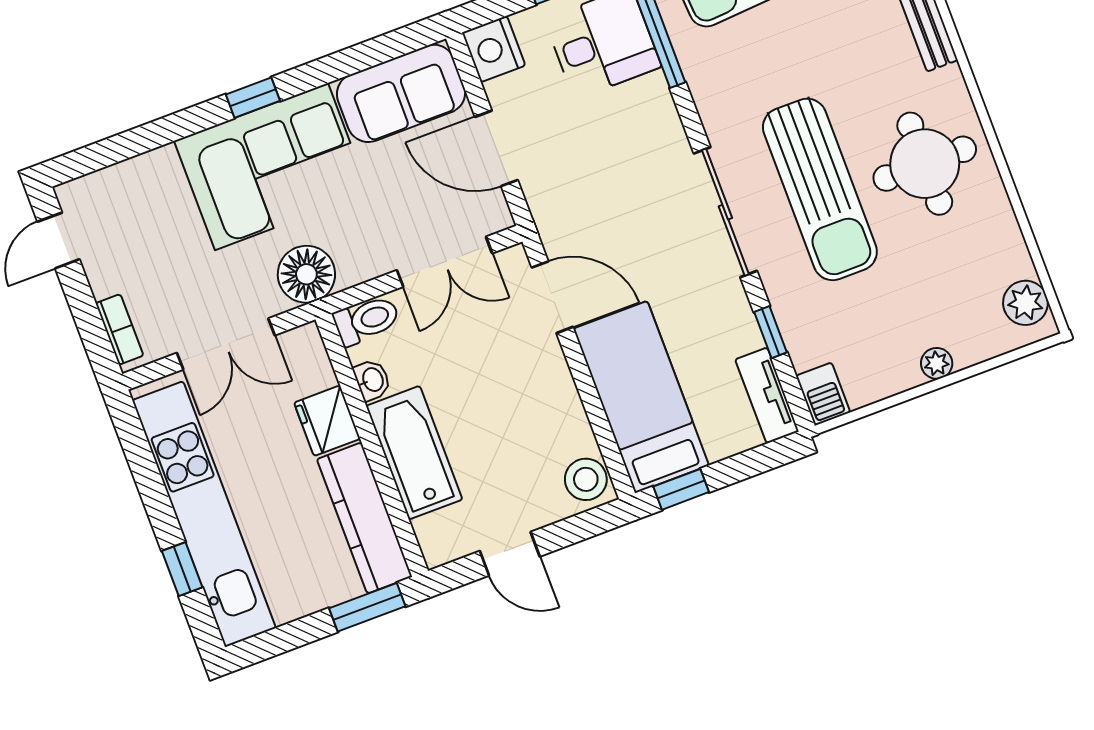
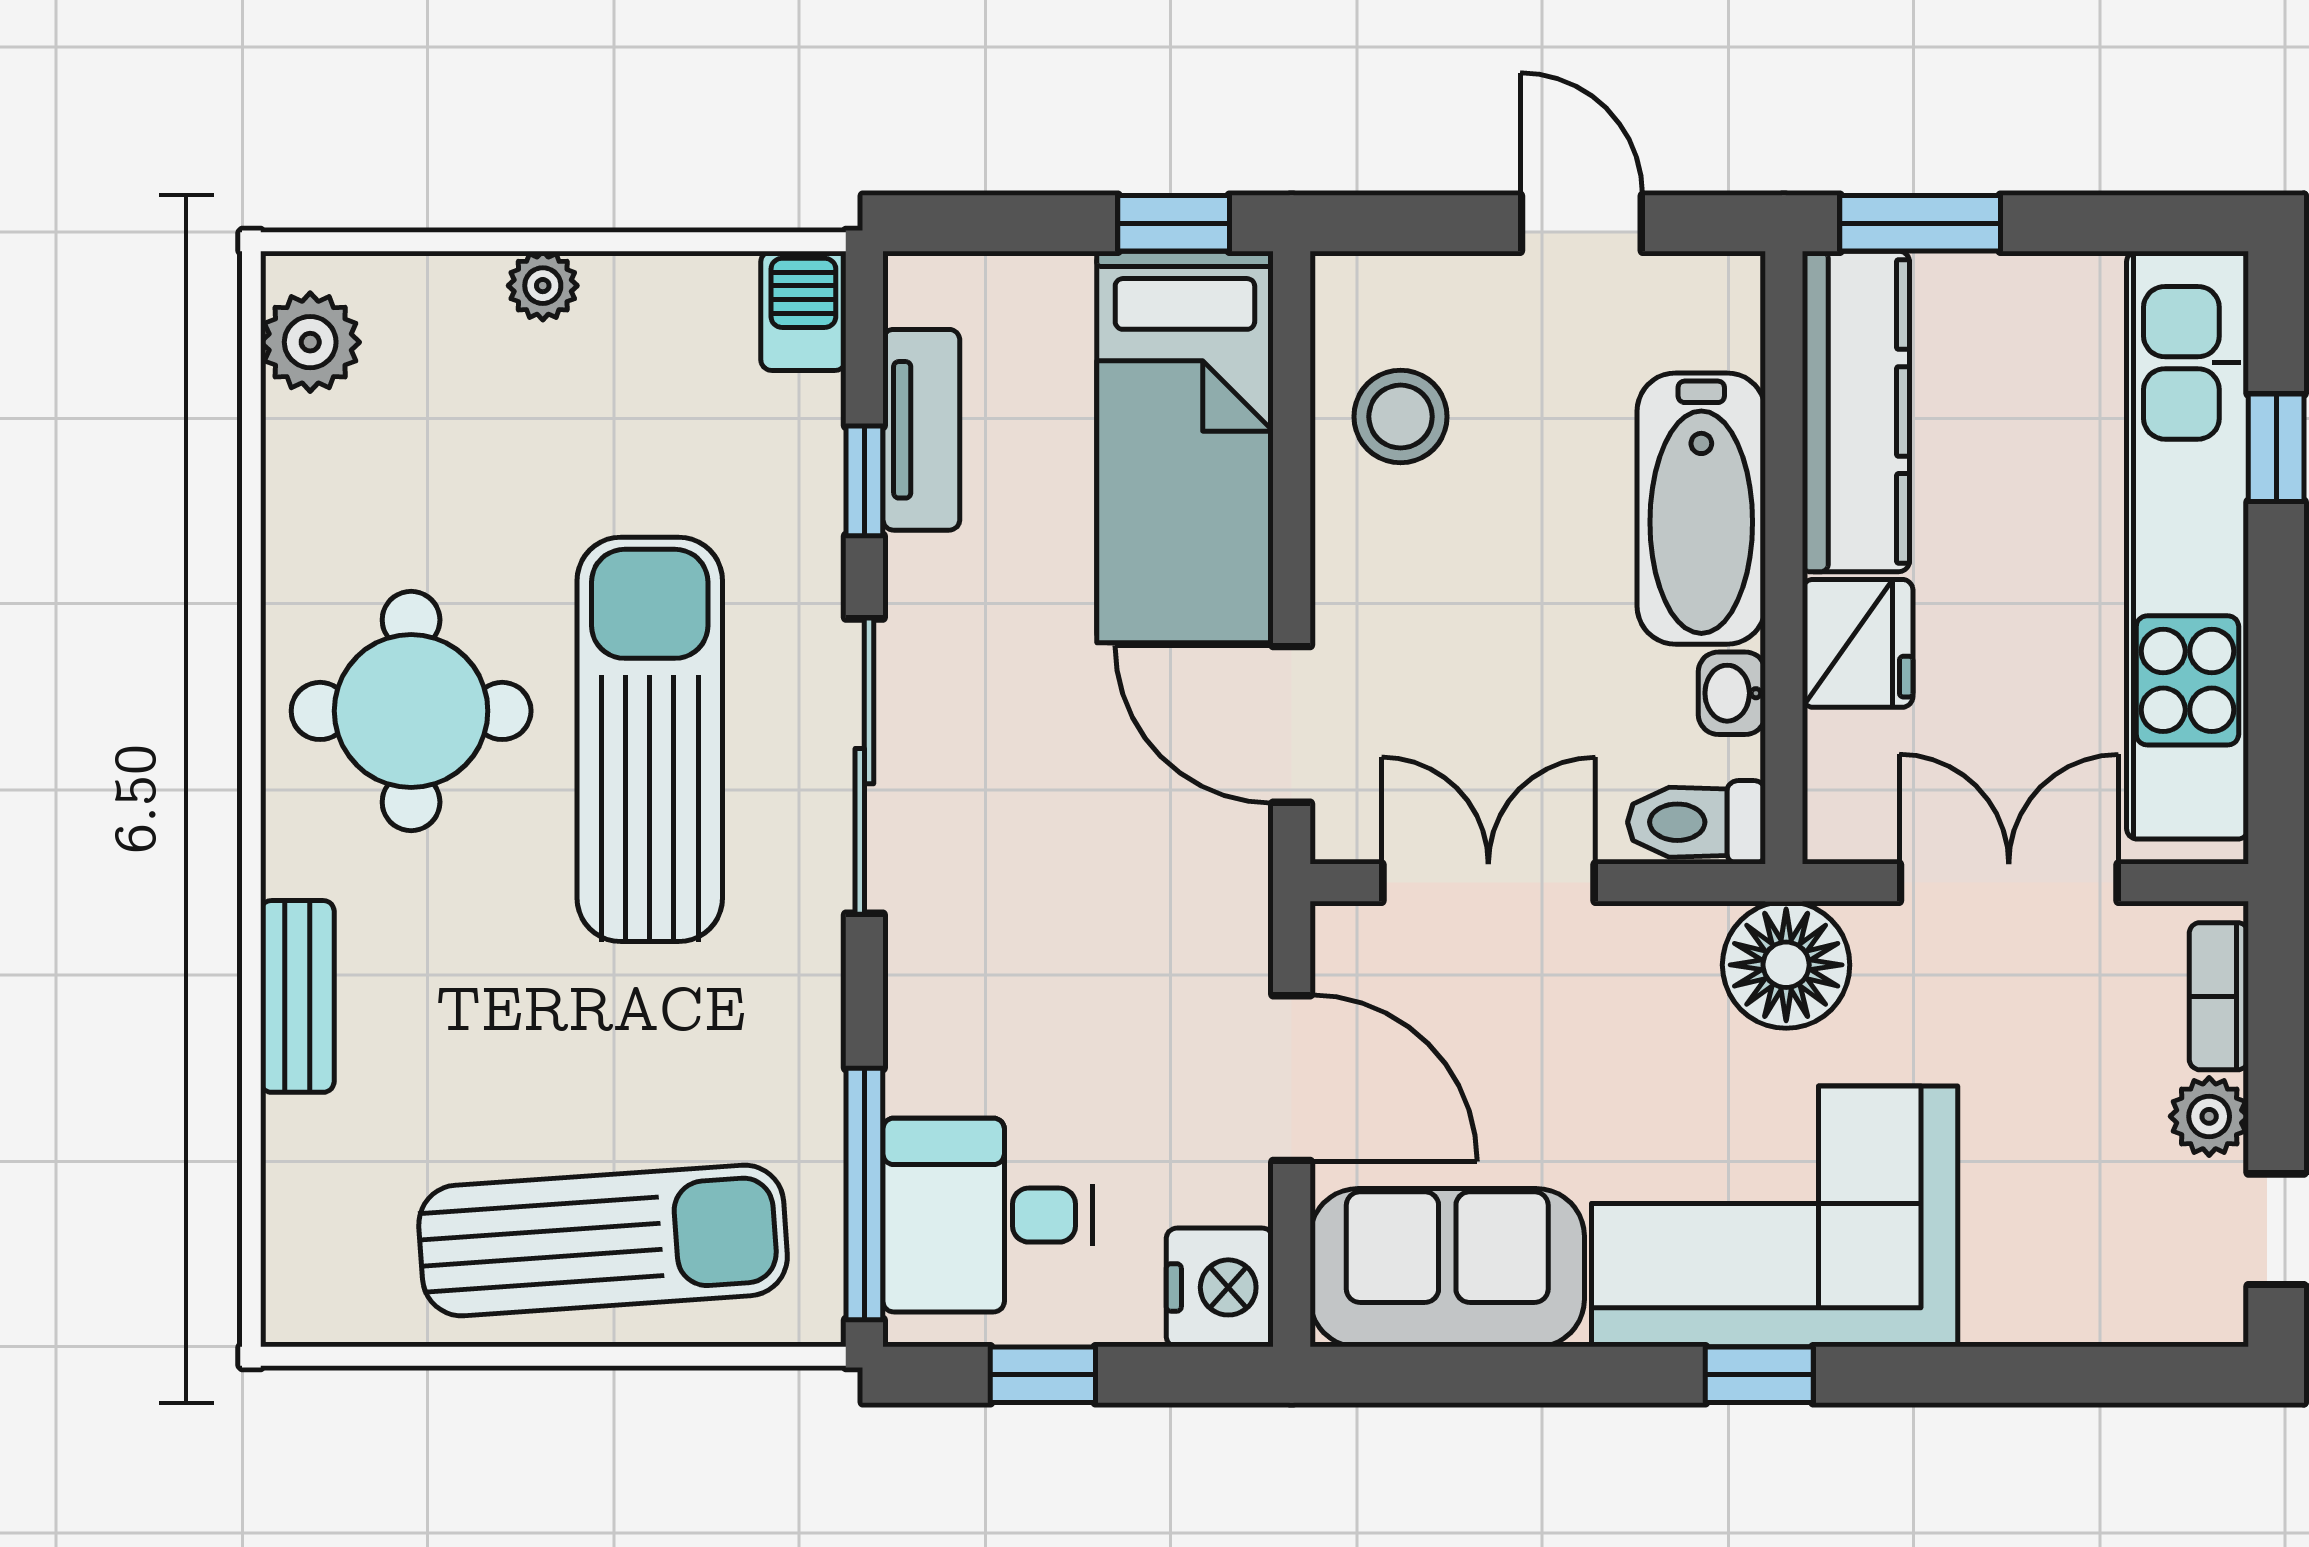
plant: (105, 277) -> (2209, 1116), added
tv unit: (767, 395) -> (921, 430), moved
stool: (586, 479) -> (1401, 417), moved

